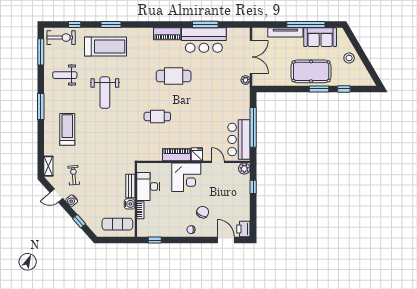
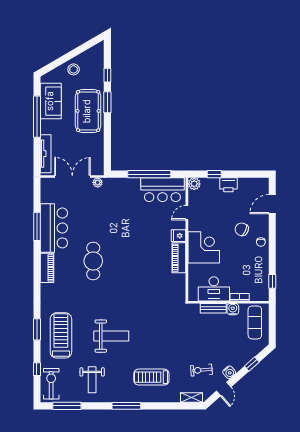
tv unit: (285, 32) -> (46, 154), moved
cafe table: (157, 116) -> (137, 279), removed
printer: (243, 229) -> (228, 185), moved

